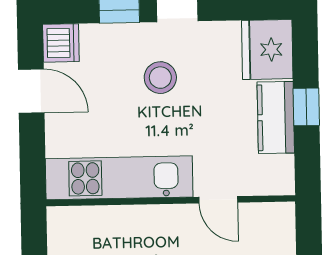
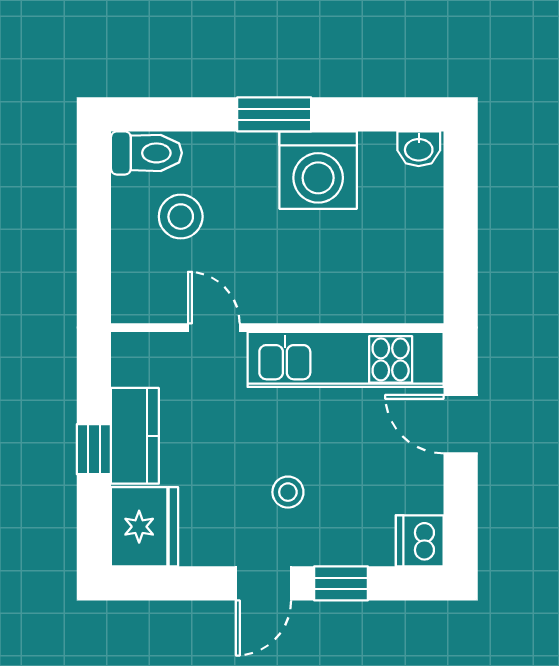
stool: (160, 78) -> (288, 492), width x0.73, depth x0.73
door: (31, 91) -> (461, 424), moved

